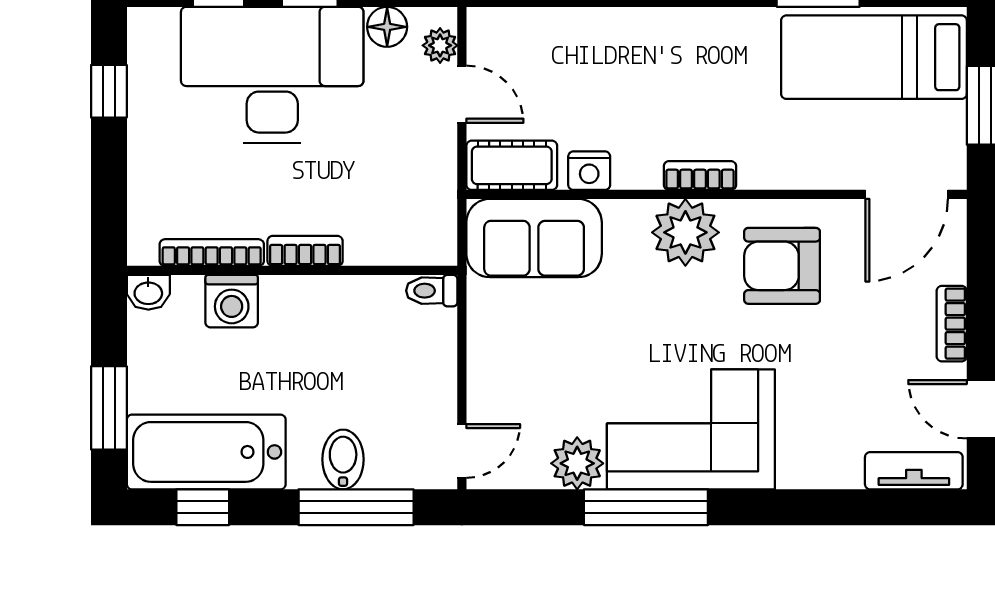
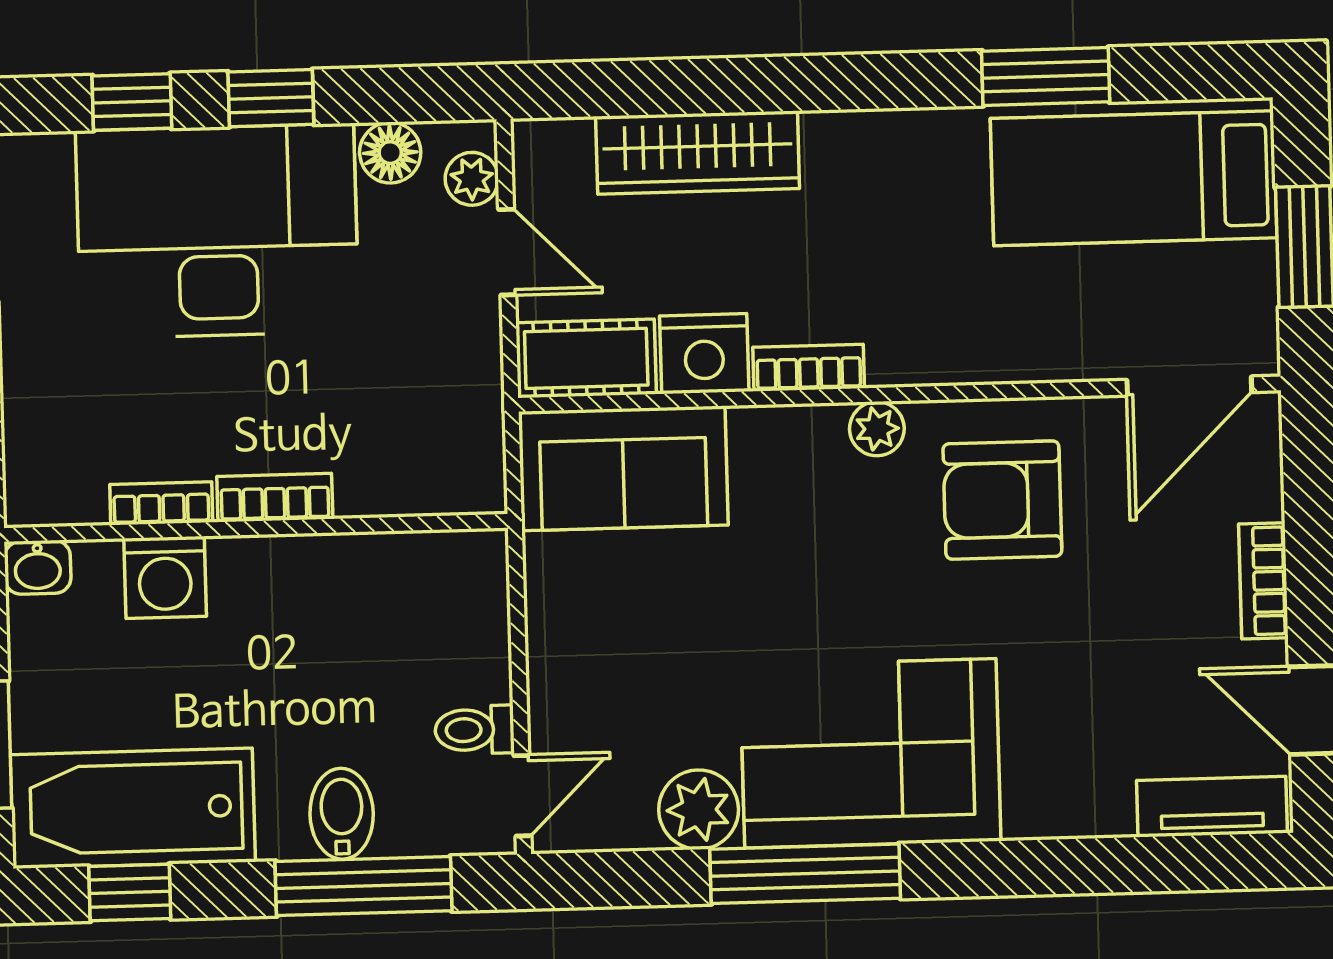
wardrobe: (589, 32) -> (698, 152), added
nightstand: (589, 171) -> (704, 354), width x1.36, depth x1.33
bookcase: (700, 176) -> (809, 368), moved
plant: (685, 232) -> (877, 429), width x0.53, depth x0.53
bookcase: (212, 253) -> (161, 503), width x0.64
toilet: (432, 291) -> (475, 730), moved

